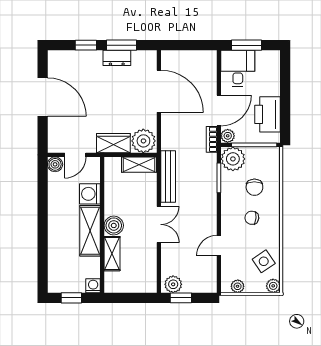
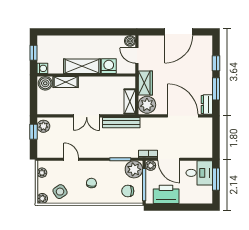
dresser: (117, 58) -> (207, 105), moved
door: (159, 91) -> (183, 116), swing flipped
chair: (254, 187) -> (128, 191), moved
boiler: (114, 225) -> (45, 83), moved

